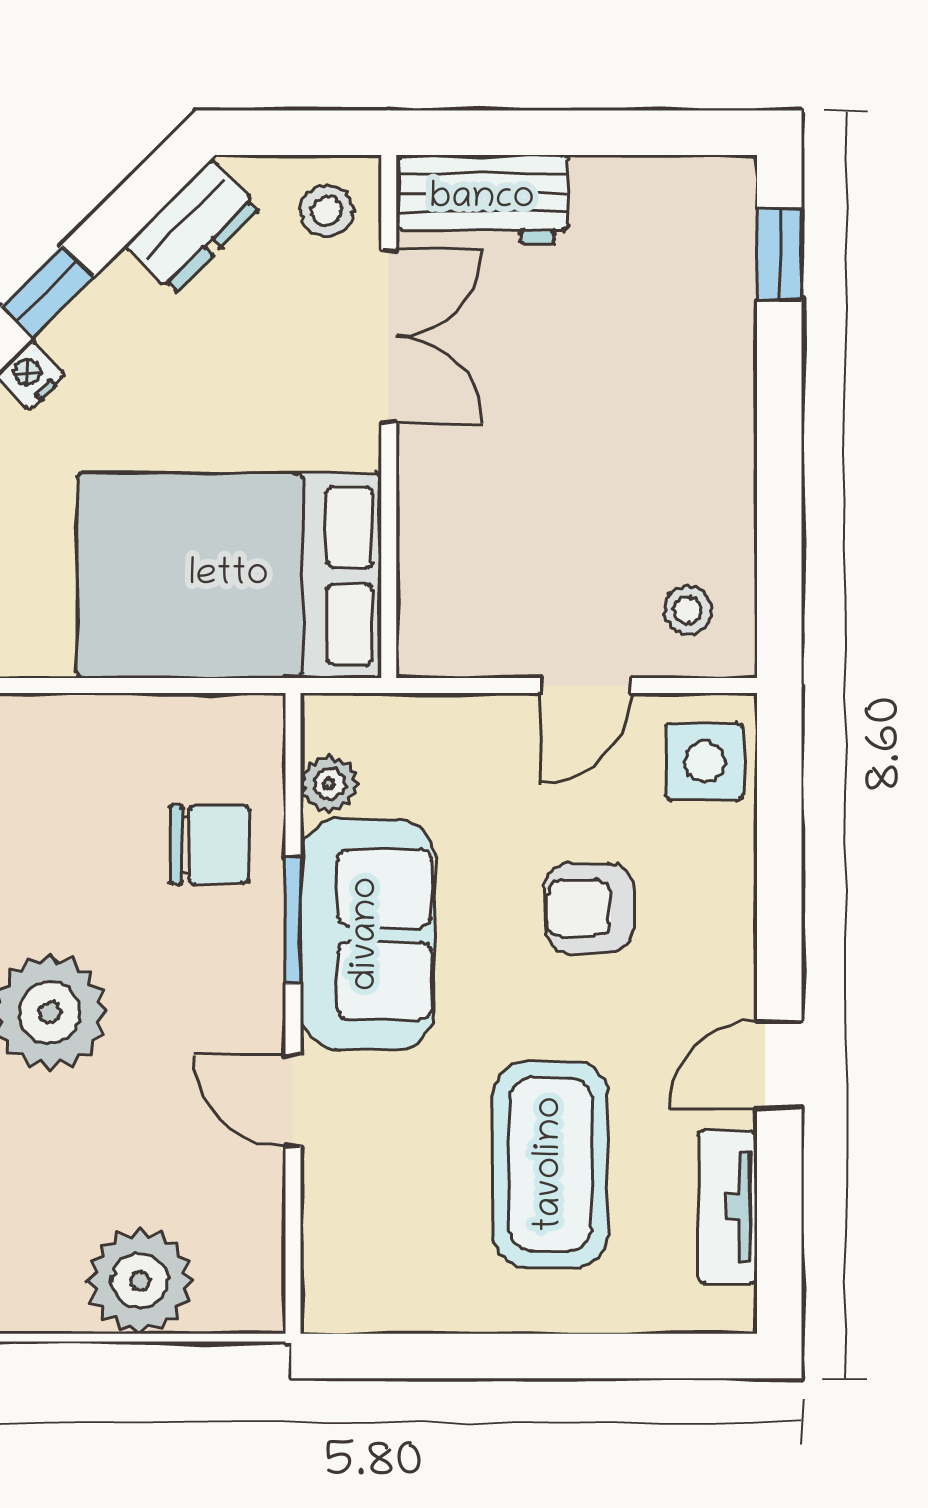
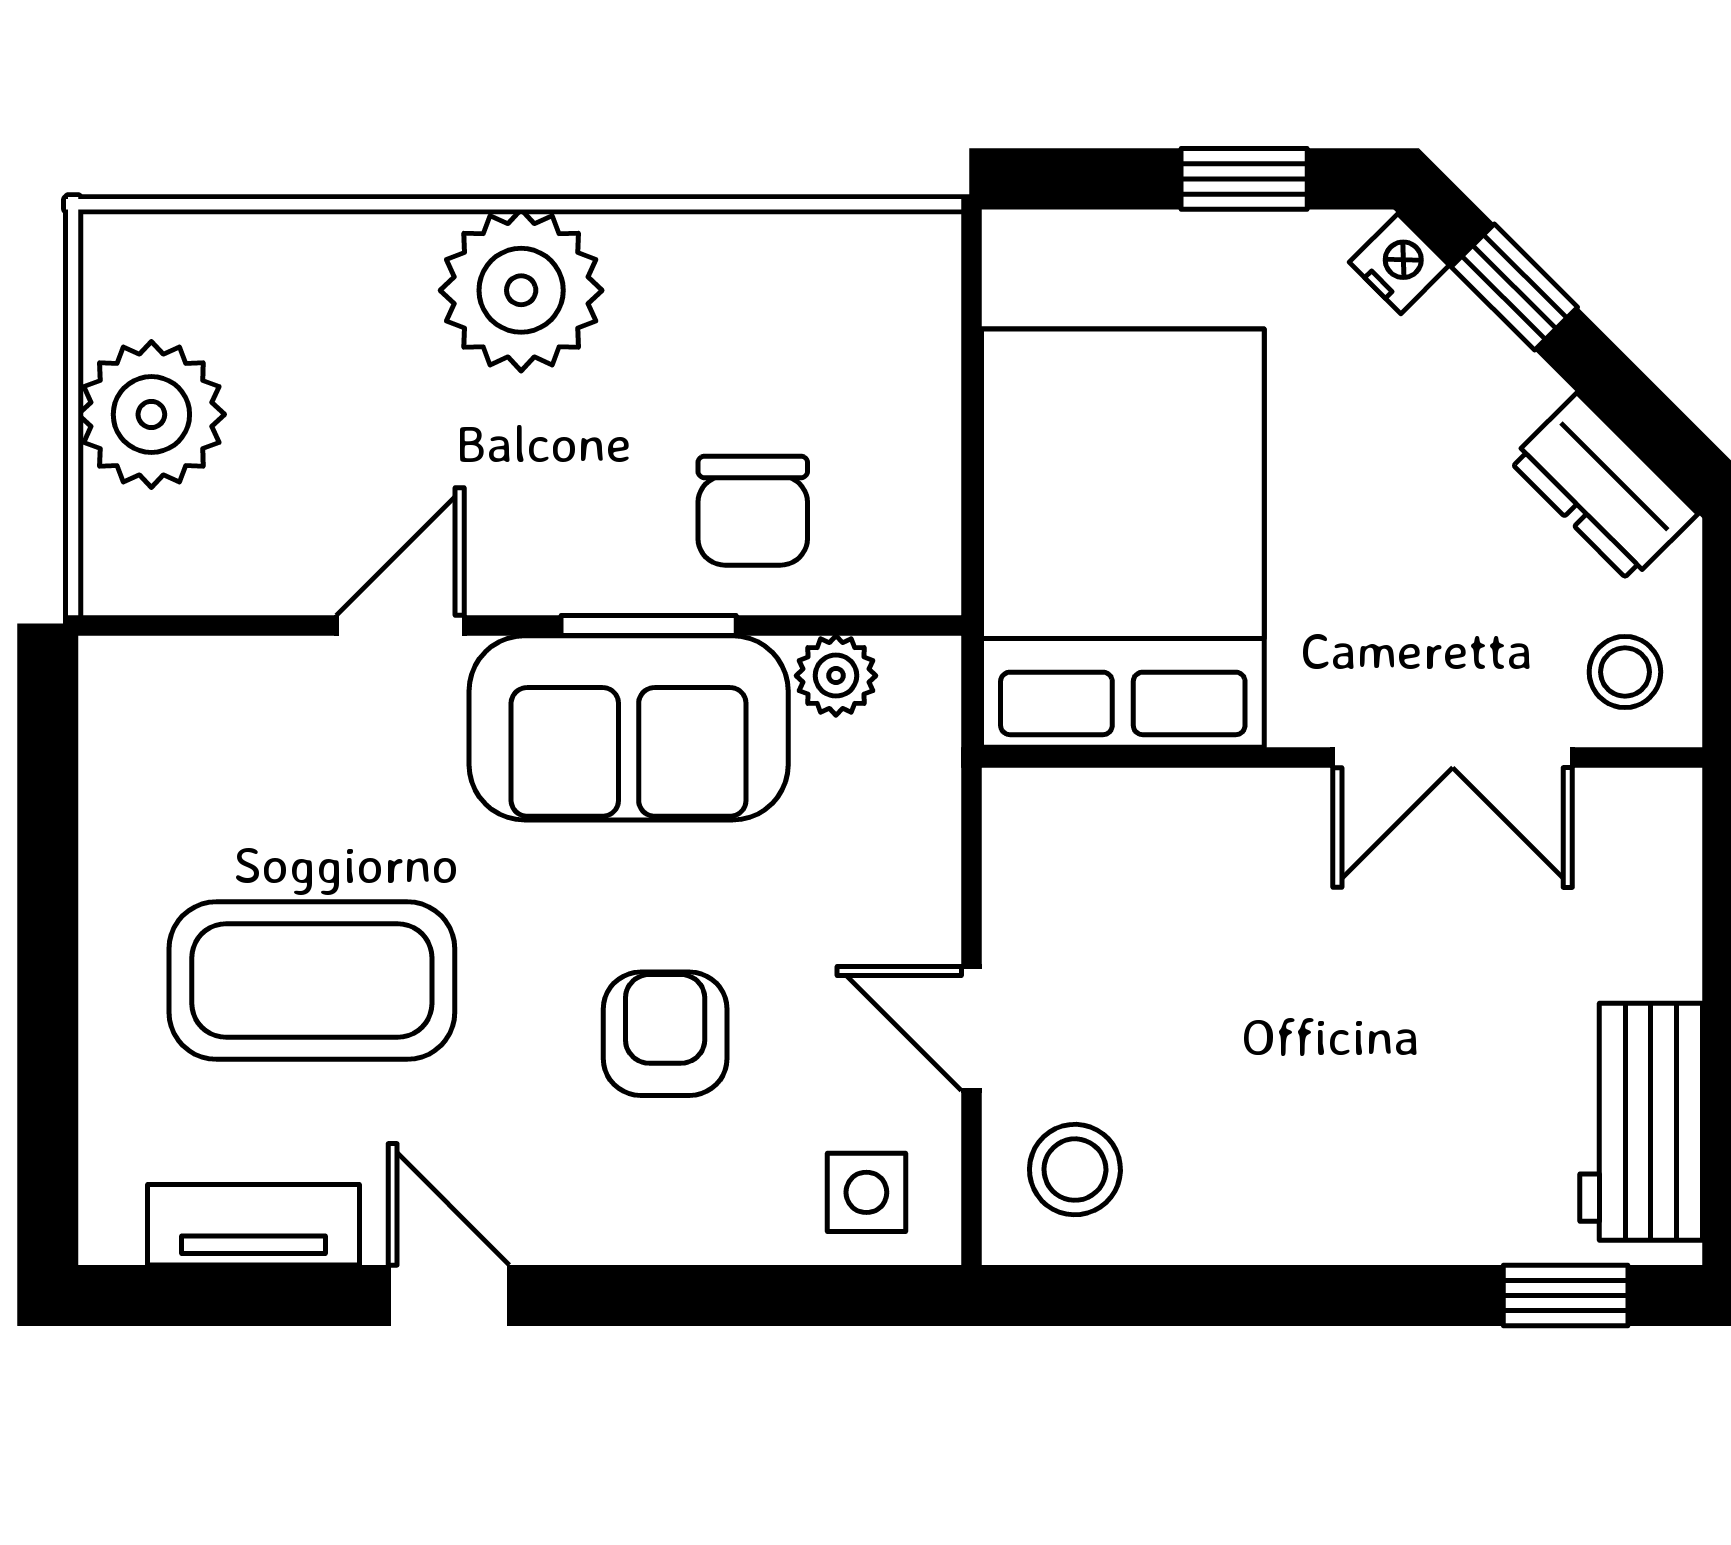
workbench: (482, 199) -> (1641, 1122), moved
stool: (688, 610) -> (1075, 1170), width x1.37, depth x1.37
side table: (704, 762) -> (866, 1192), width x0.73, depth x0.73

